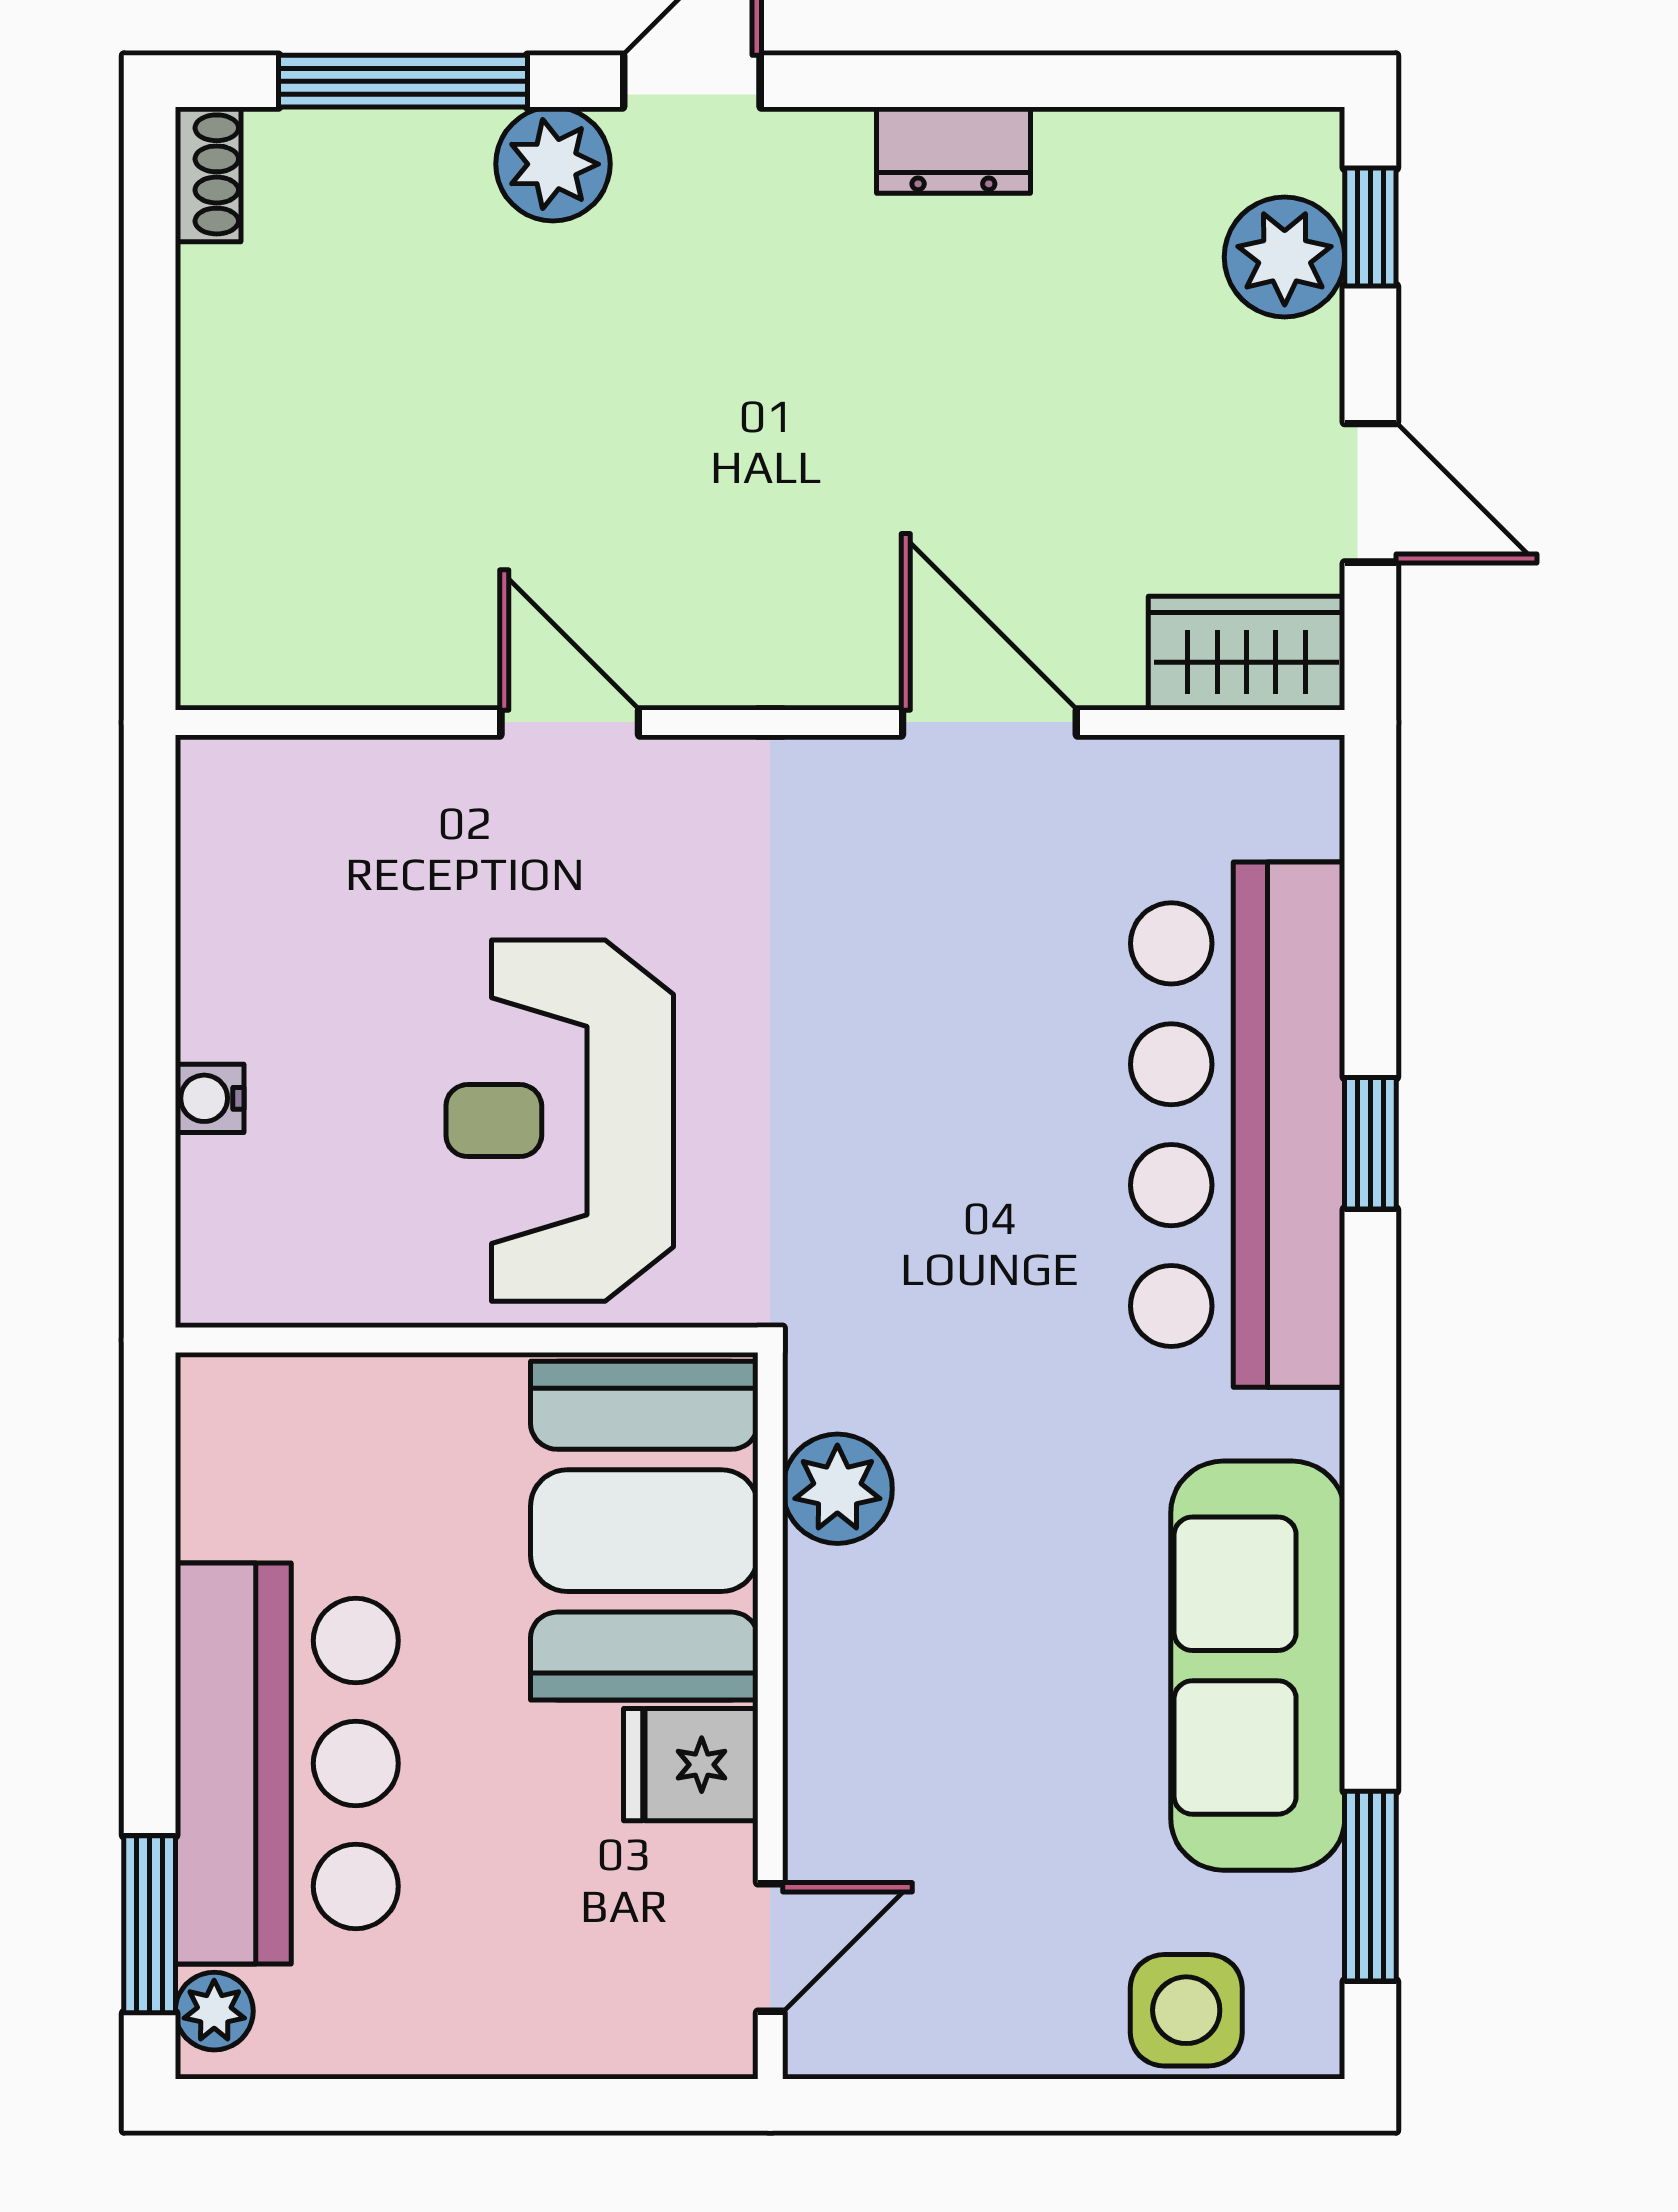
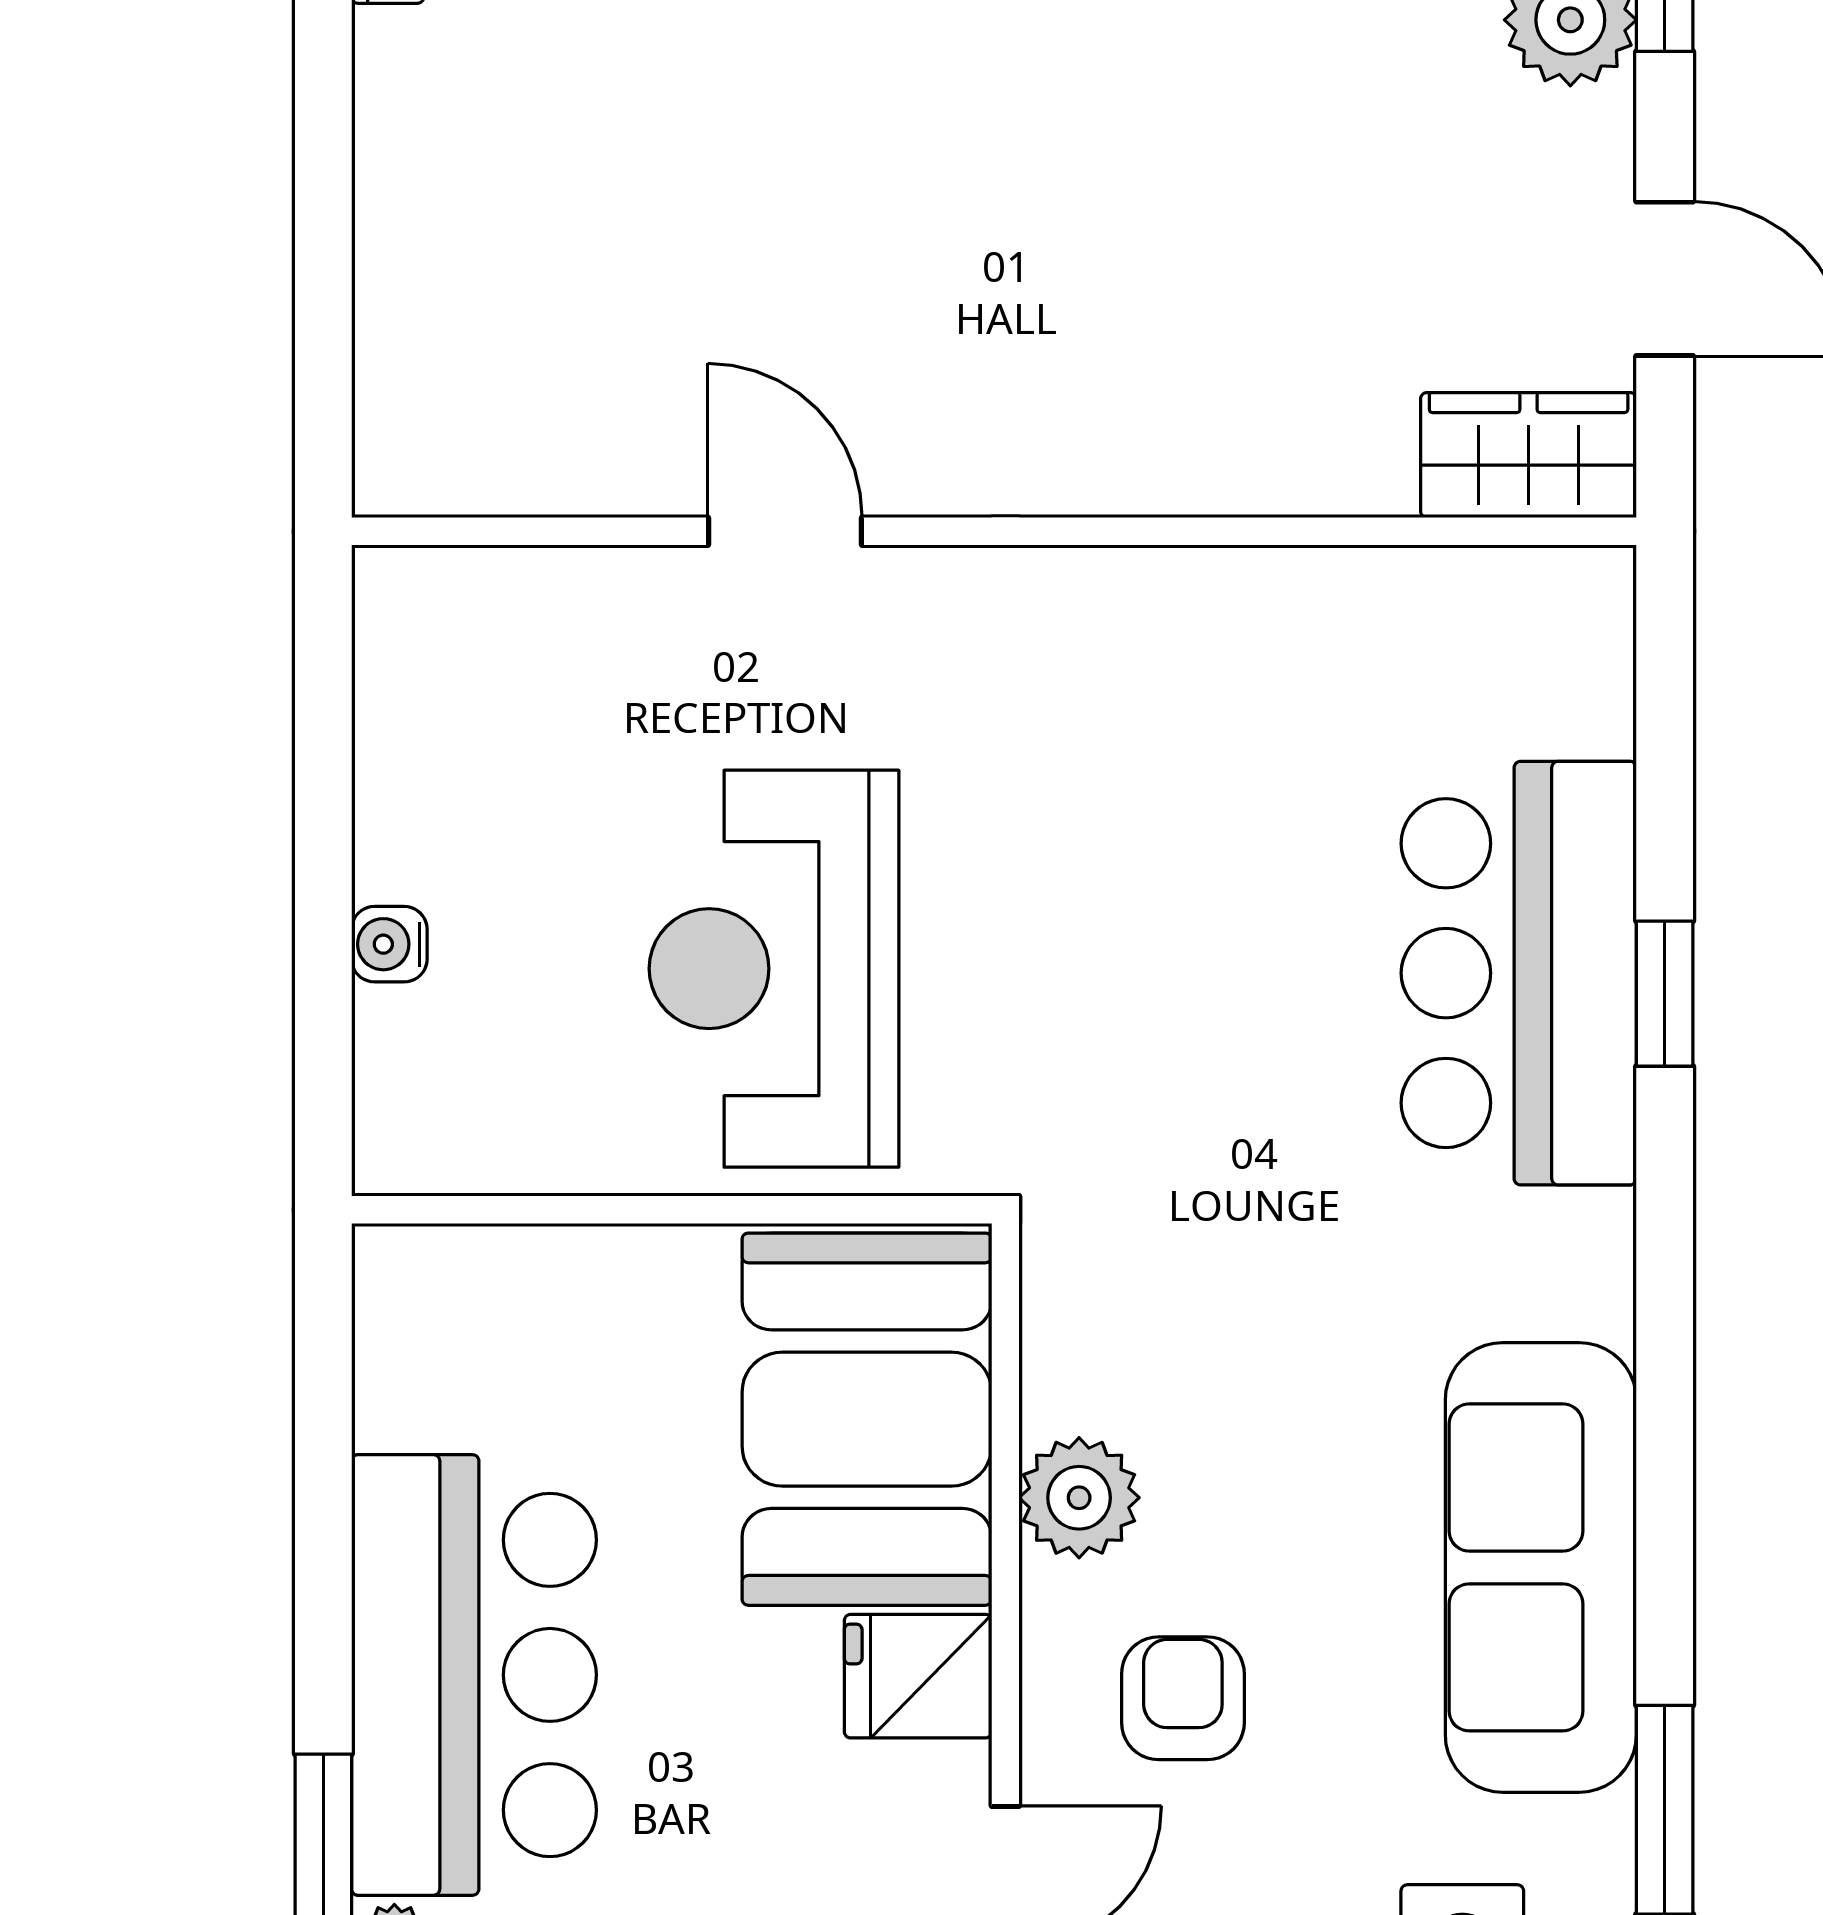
door: (989, 722) -> (1246, 531), removed
bar counter: (1238, 1125) -> (1519, 973), width x0.73
plant: (837, 1489) -> (1079, 1498), moved
armchair: (932, 1785) -> (1183, 1698), added

